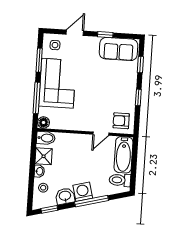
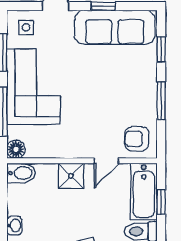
sofa: (119, 49) -> (115, 27), width x1.36
window: (138, 97) -> (161, 101), width x1.50
shower: (44, 156) -> (71, 176), moved
window: (134, 162) -> (161, 202), added

